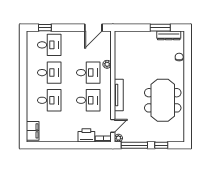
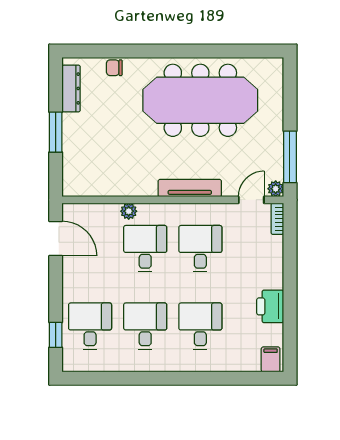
window: (160, 28) -> (56, 132), moved
meeting table: (163, 100) -> (200, 100), width x1.36
door: (113, 126) -> (251, 200), hinge flipped
filing cabinet: (33, 131) -> (271, 359), width x0.50
printer: (86, 135) -> (270, 306), moved
window: (161, 145) -> (290, 103), removed

